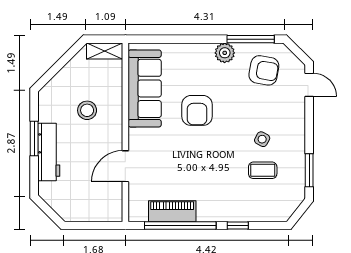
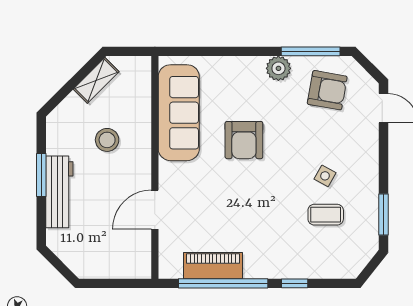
shelving: (105, 51) -> (96, 80), moved, turned -45

